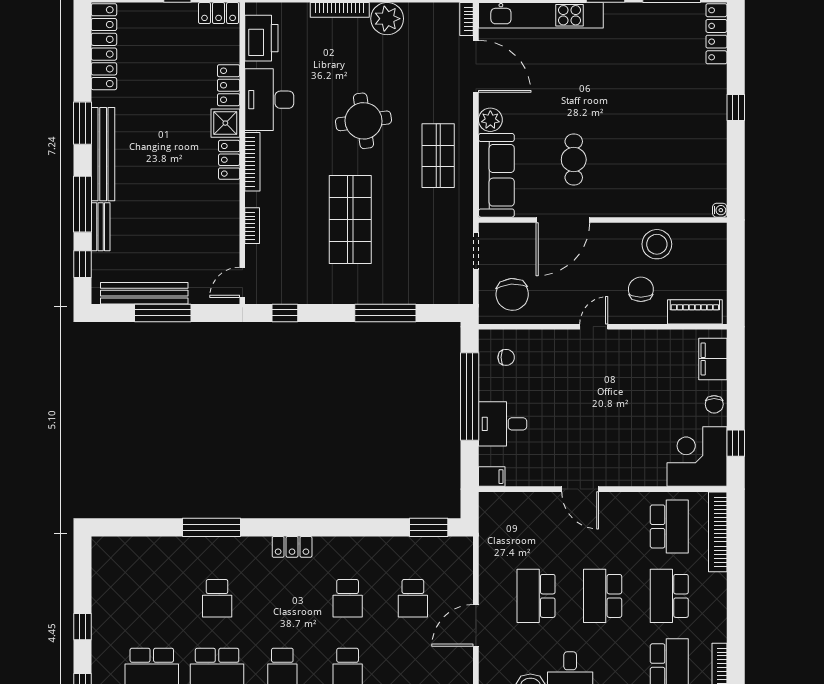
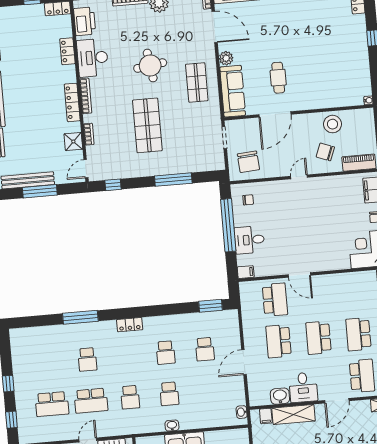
shower: (225, 123) -> (73, 141), moved
locker: (229, 160) -> (72, 102), width x1.53
chair: (641, 289) -> (325, 152), turned -69
school desk: (669, 526) -> (275, 300), moved

